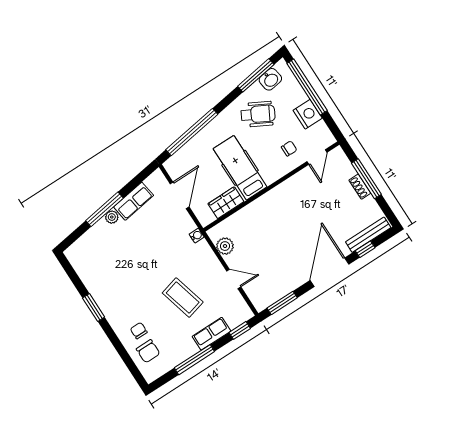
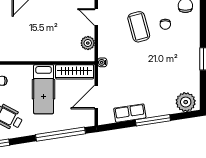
wardrobe: (226, 203) -> (75, 72), width x1.50
plant: (112, 217) -> (186, 102), moved, width x1.88, depth x1.88
chair: (139, 331) -> (165, 24), moved

